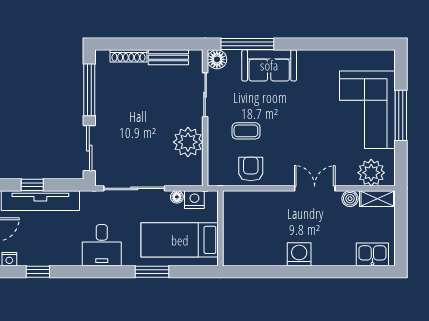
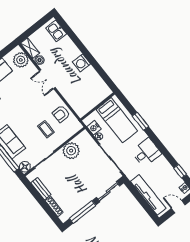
window: (32, 185) -> (144, 204), removed

